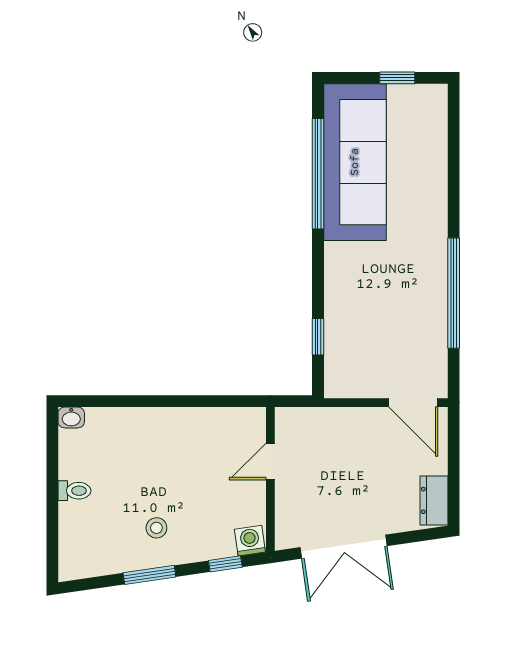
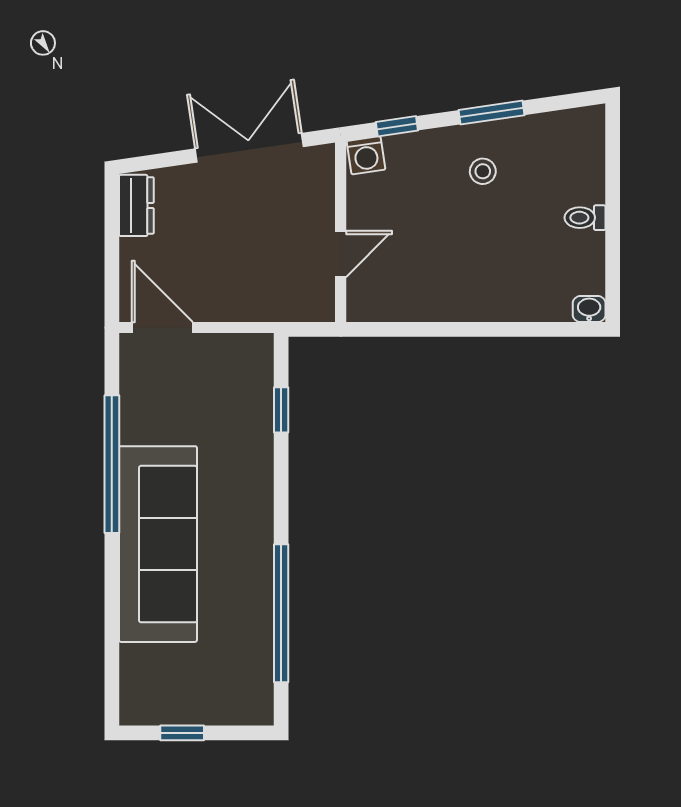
sofa: (355, 162) -> (158, 544), moved, turned 180

